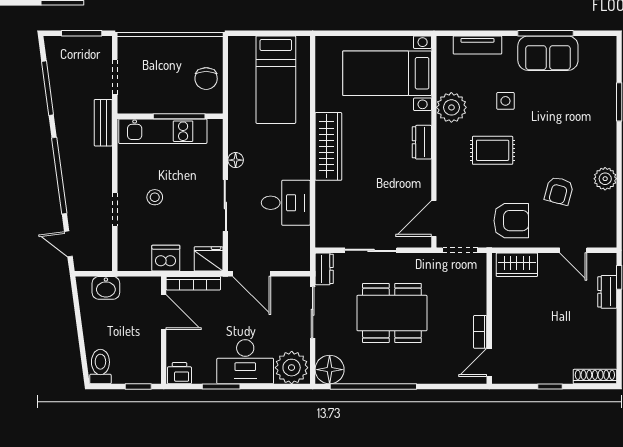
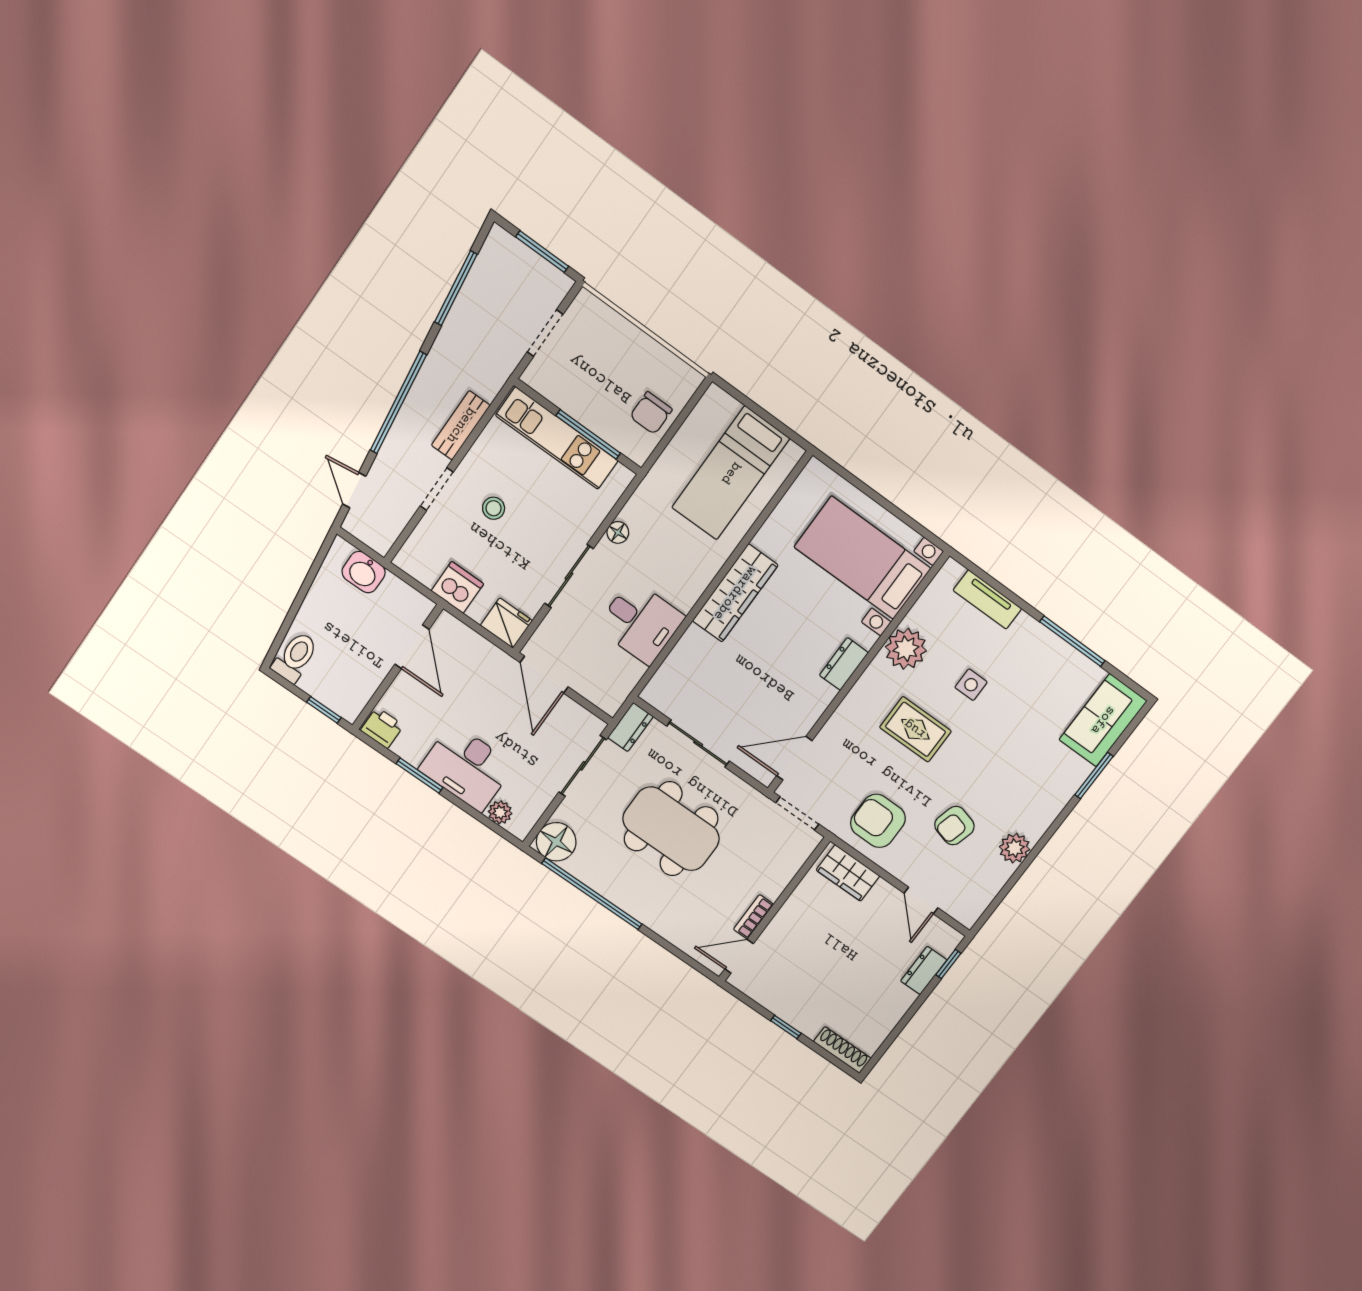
sofa: (548, 53) -> (1103, 720), moved, turned 90
bench: (103, 123) -> (461, 425), moved
armchair: (511, 221) -> (878, 821), turned 180
bookcase: (193, 283) -> (469, 638), removed
plant: (292, 368) -> (500, 812), width x0.53, depth x0.53

